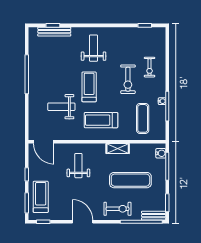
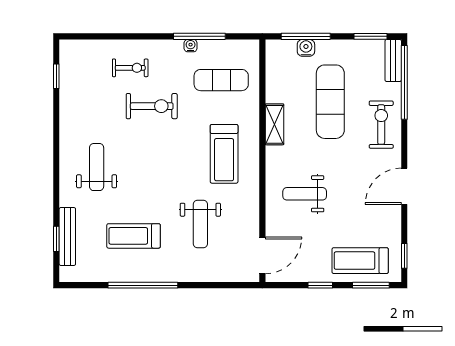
weight bench: (94, 48) -> (97, 167), turned 90
treadmill: (89, 87) -> (134, 236), moved
water cooler: (161, 153) -> (306, 48), moved

